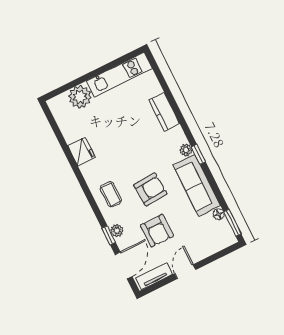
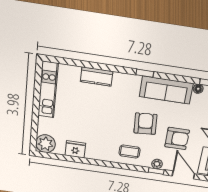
plant: (80, 97) -> (46, 144), moved
plant: (186, 150) -> (135, 80), removed
fridge: (81, 151) -> (75, 149), moved

